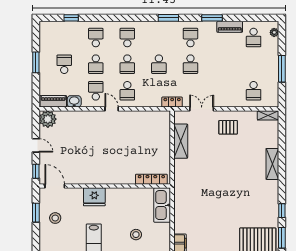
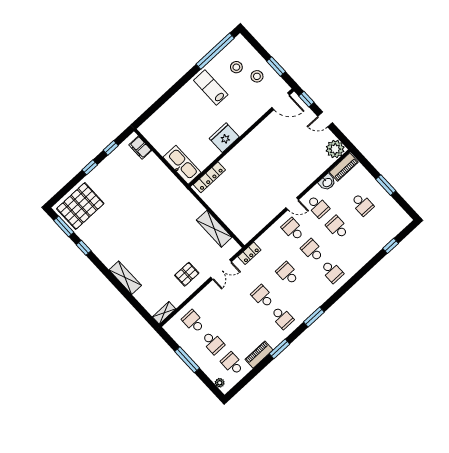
school desk: (96, 38) -> (213, 343), moved
fridge: (94, 197) -> (224, 138), moved
stool: (136, 235) -> (236, 67), moved

